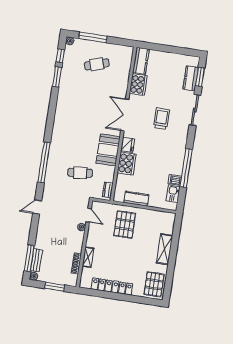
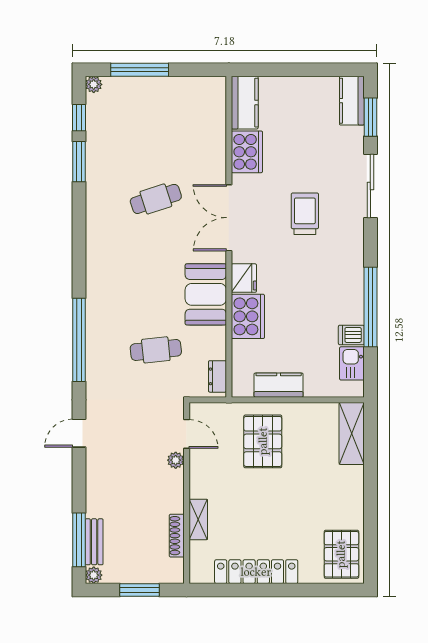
cafe table: (97, 64) -> (156, 199), moved
kitchen counter: (191, 78) -> (352, 101), moved
shelving: (164, 249) -> (352, 433), moved

